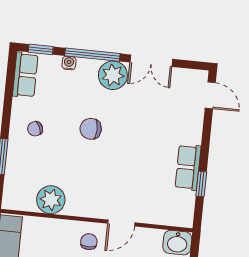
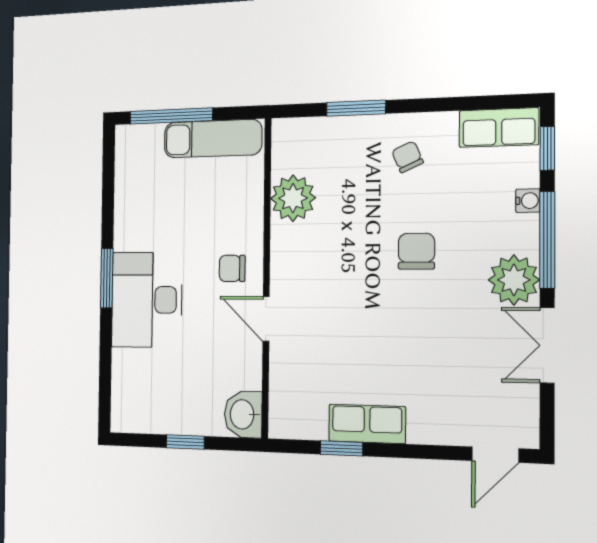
chair: (89, 242) -> (232, 268), turned 180

